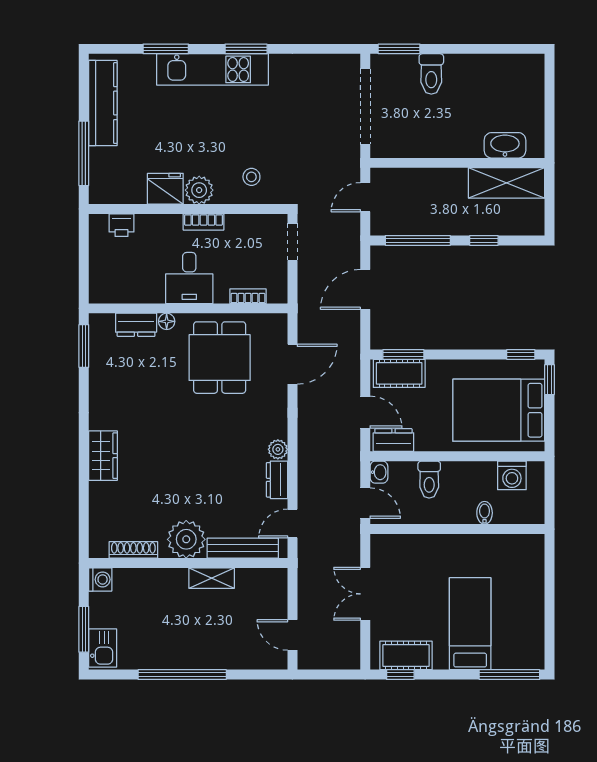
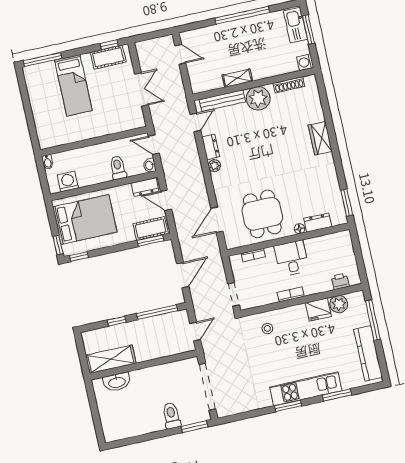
plant: (199, 190) -> (339, 304), moved
bidet: (485, 513) -> (48, 162), moved
kitchen sink: (103, 648) -> (295, 25), width x1.38

